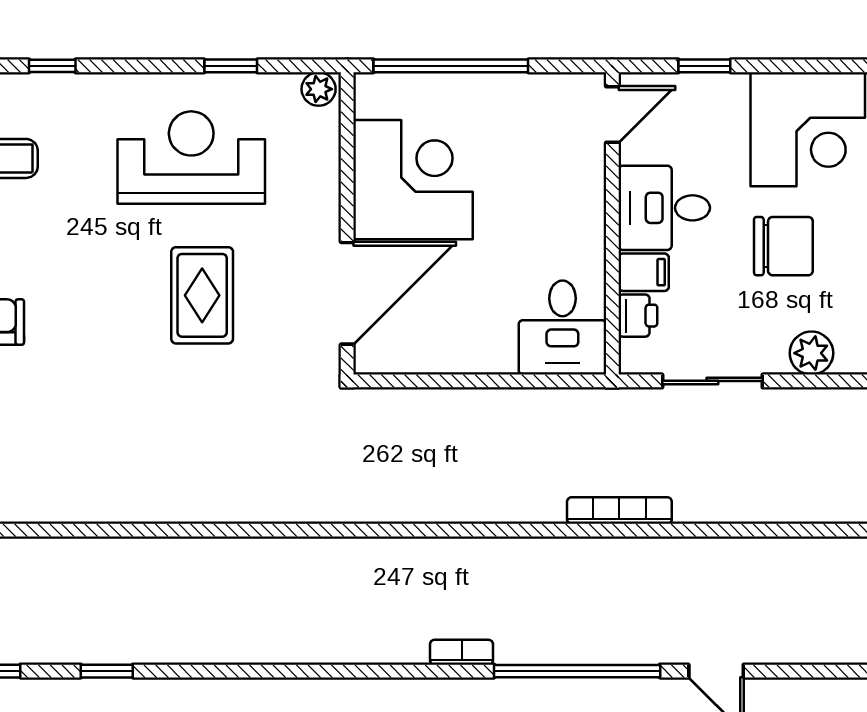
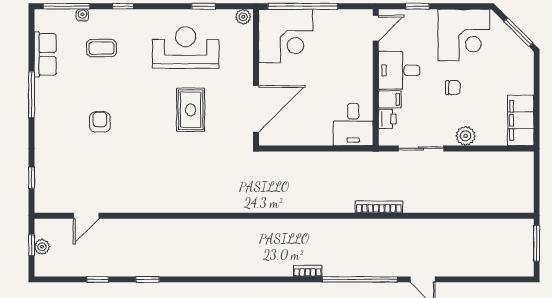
corner desk: (413, 180) -> (286, 36), moved, turned 90
chair: (783, 246) -> (453, 88), width x0.54, depth x0.54

